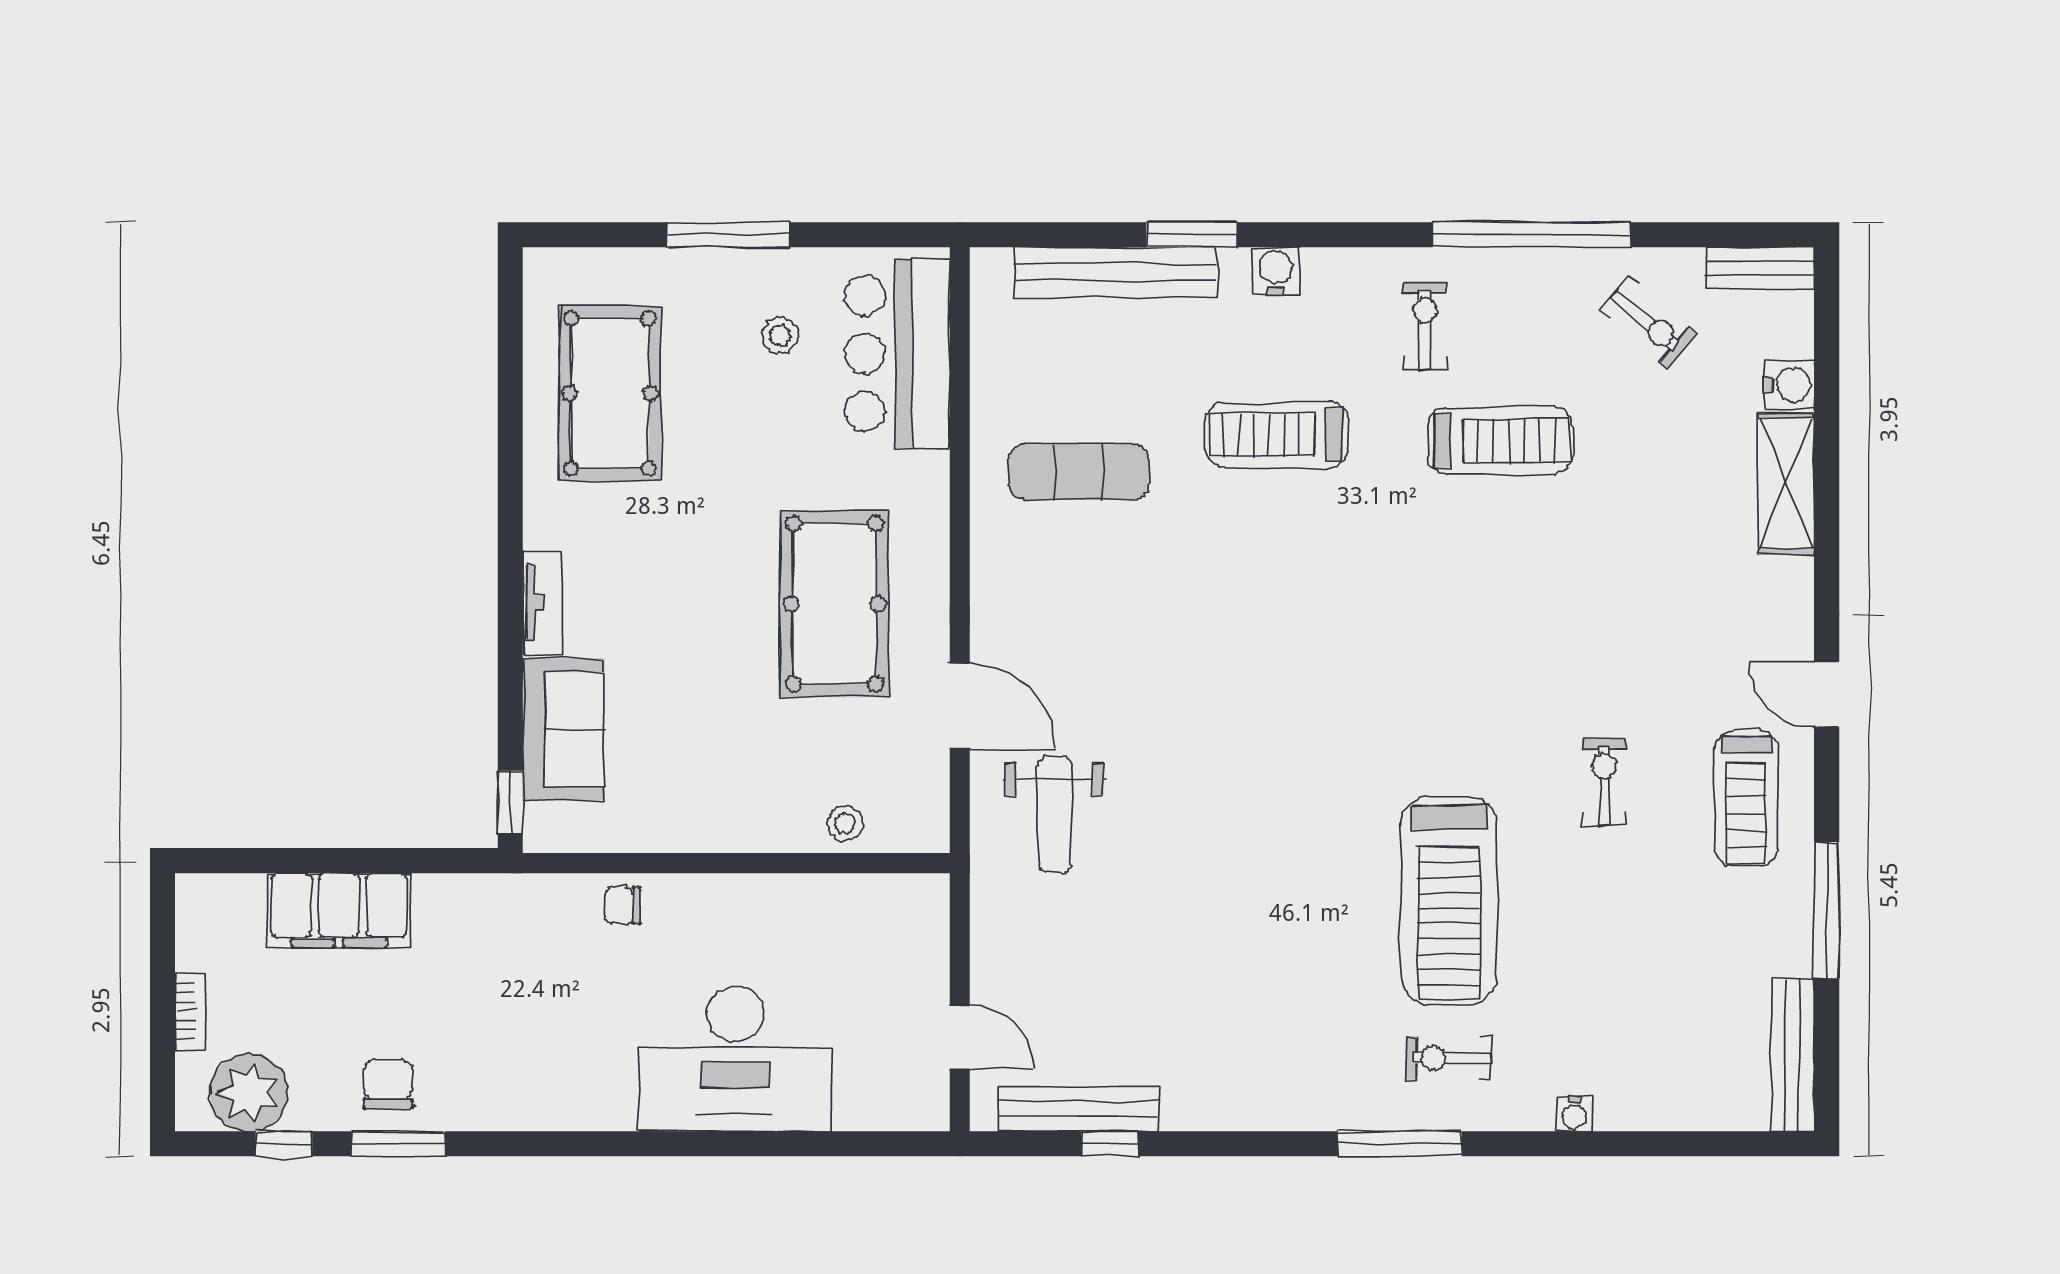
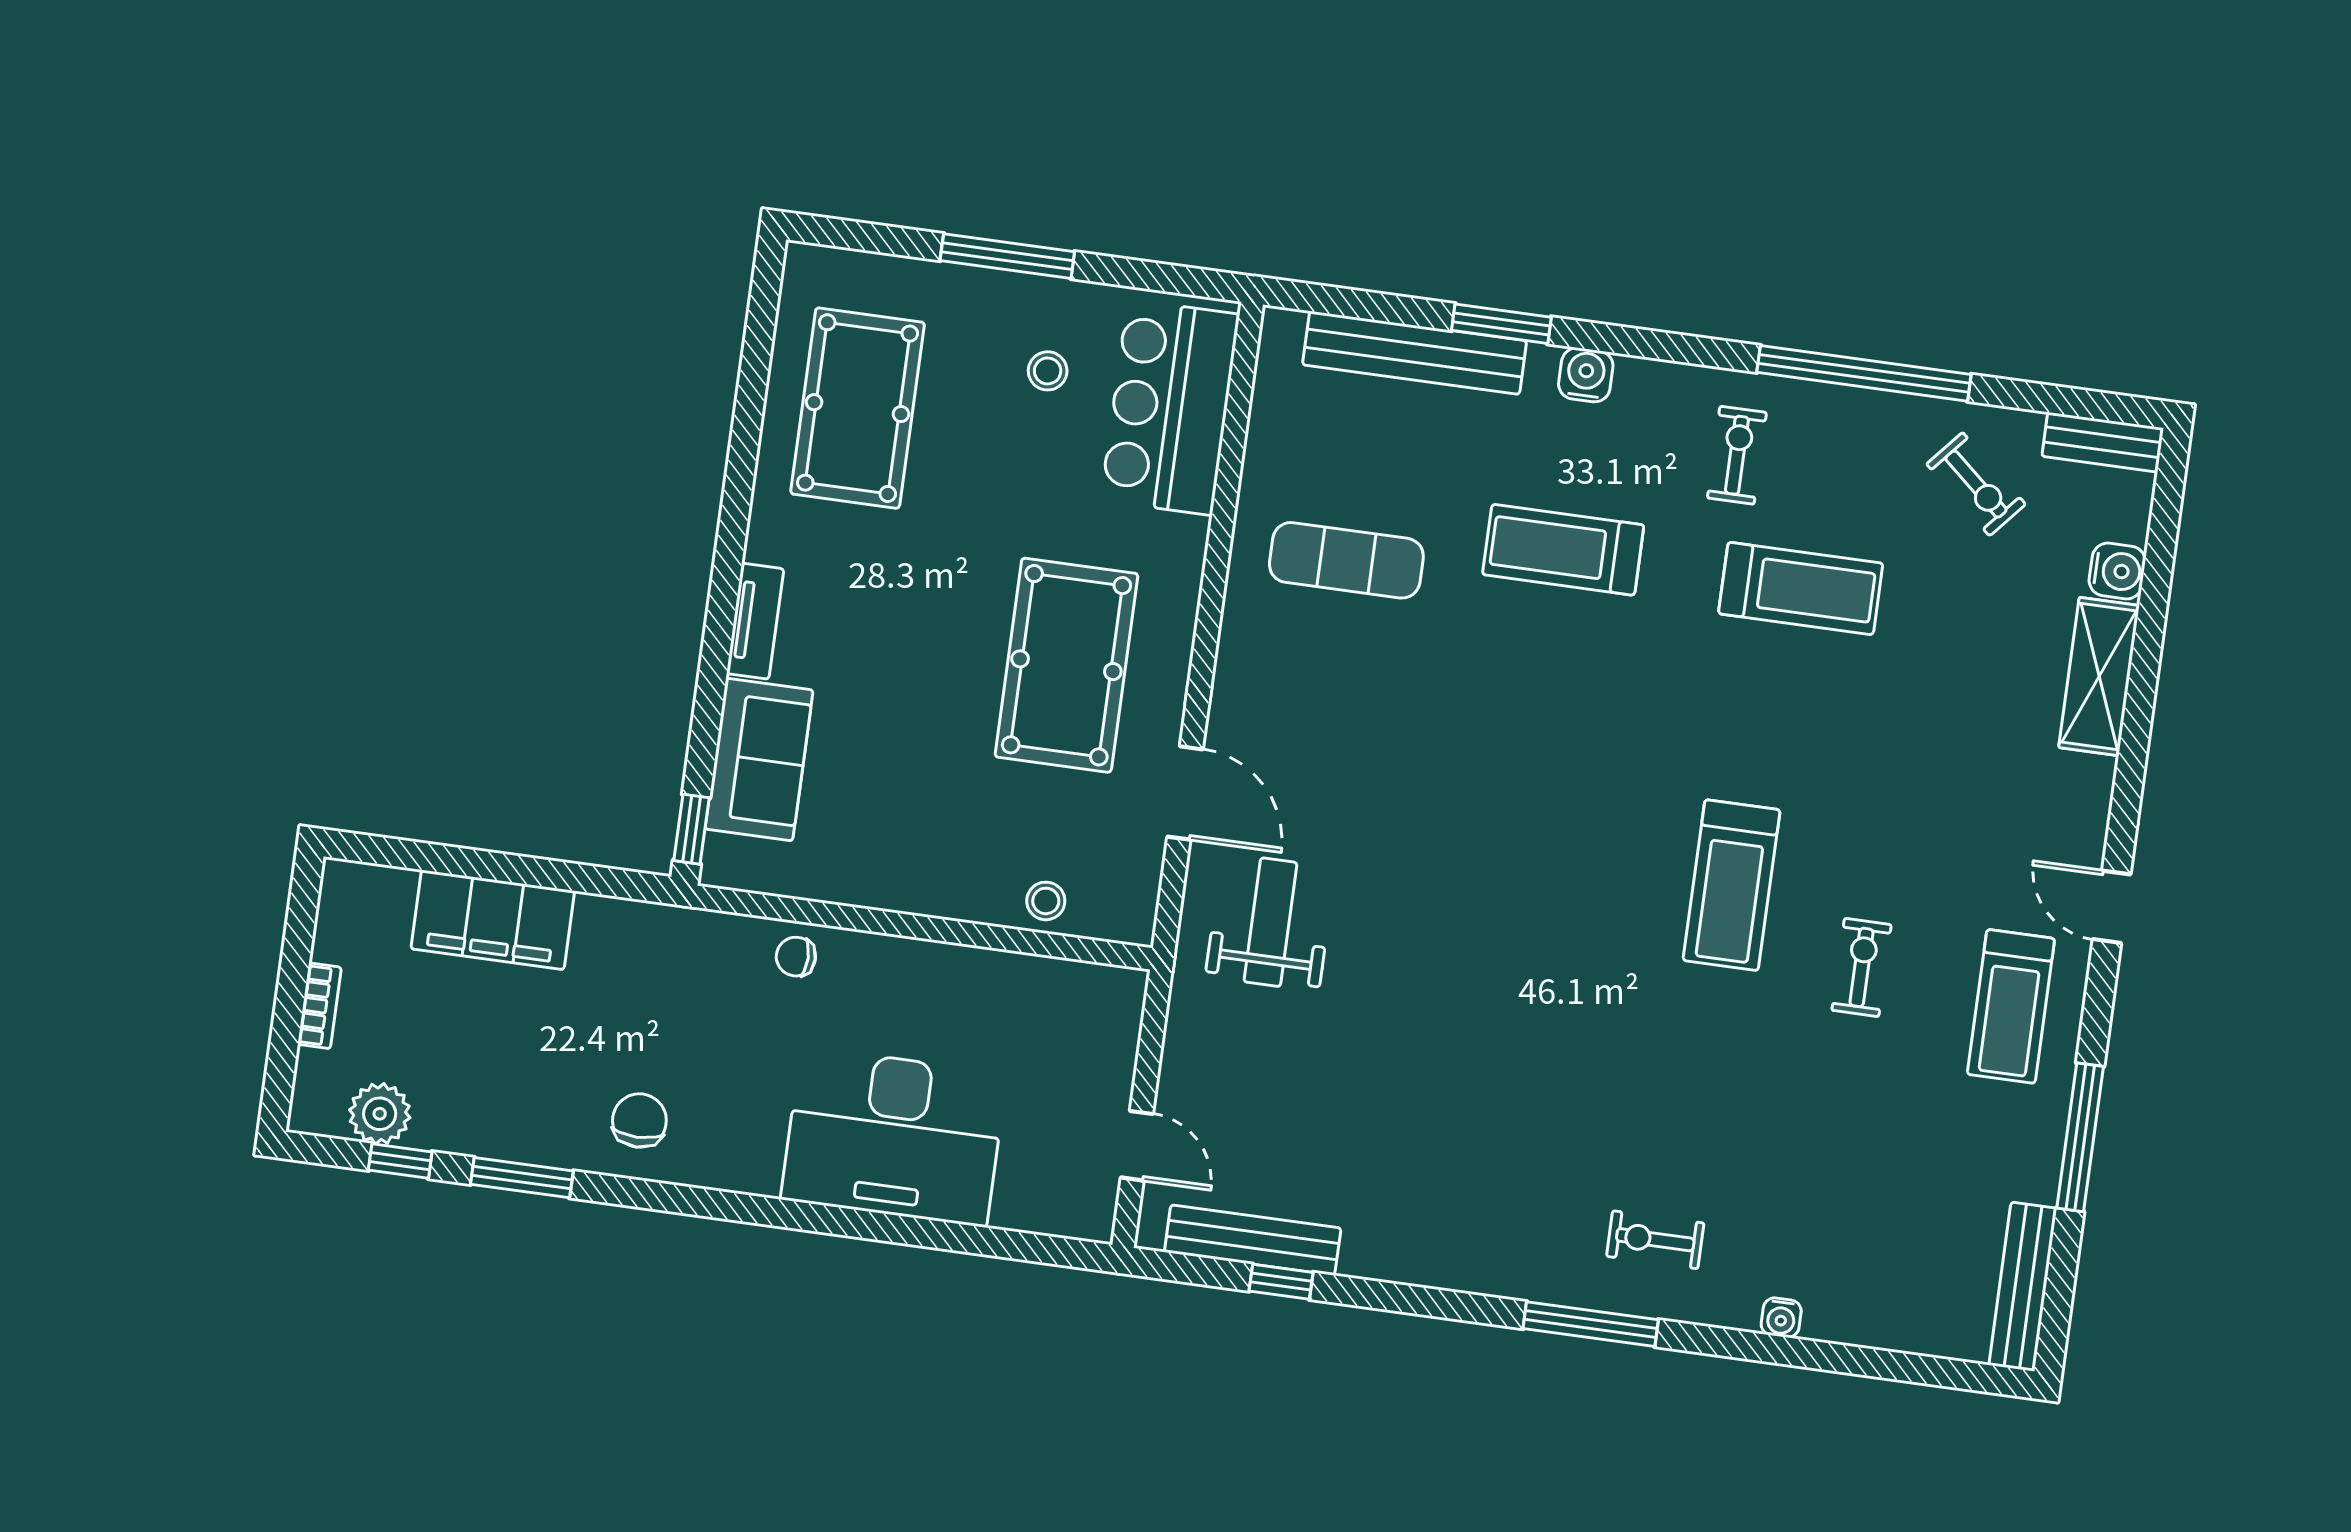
weight bench: (1055, 814) -> (1270, 922), turned 180
treadmill: (1449, 900) -> (1732, 885), moved, width x0.73, depth x0.73
chair: (388, 1084) -> (639, 1121), moved
plant: (249, 1093) -> (380, 1114), width x0.73, depth x0.73

